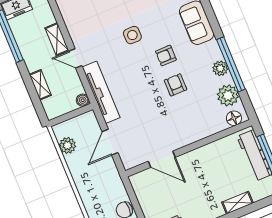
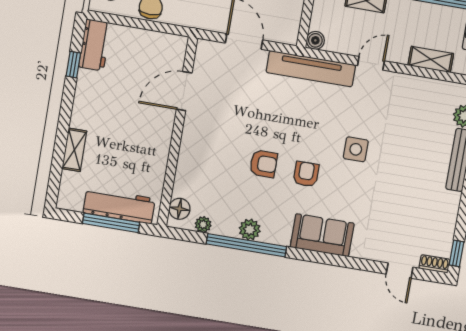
shelving: (57, 39) -> (431, 59), moved
plant: (228, 95) -> (203, 225), width x0.53, depth x0.53

